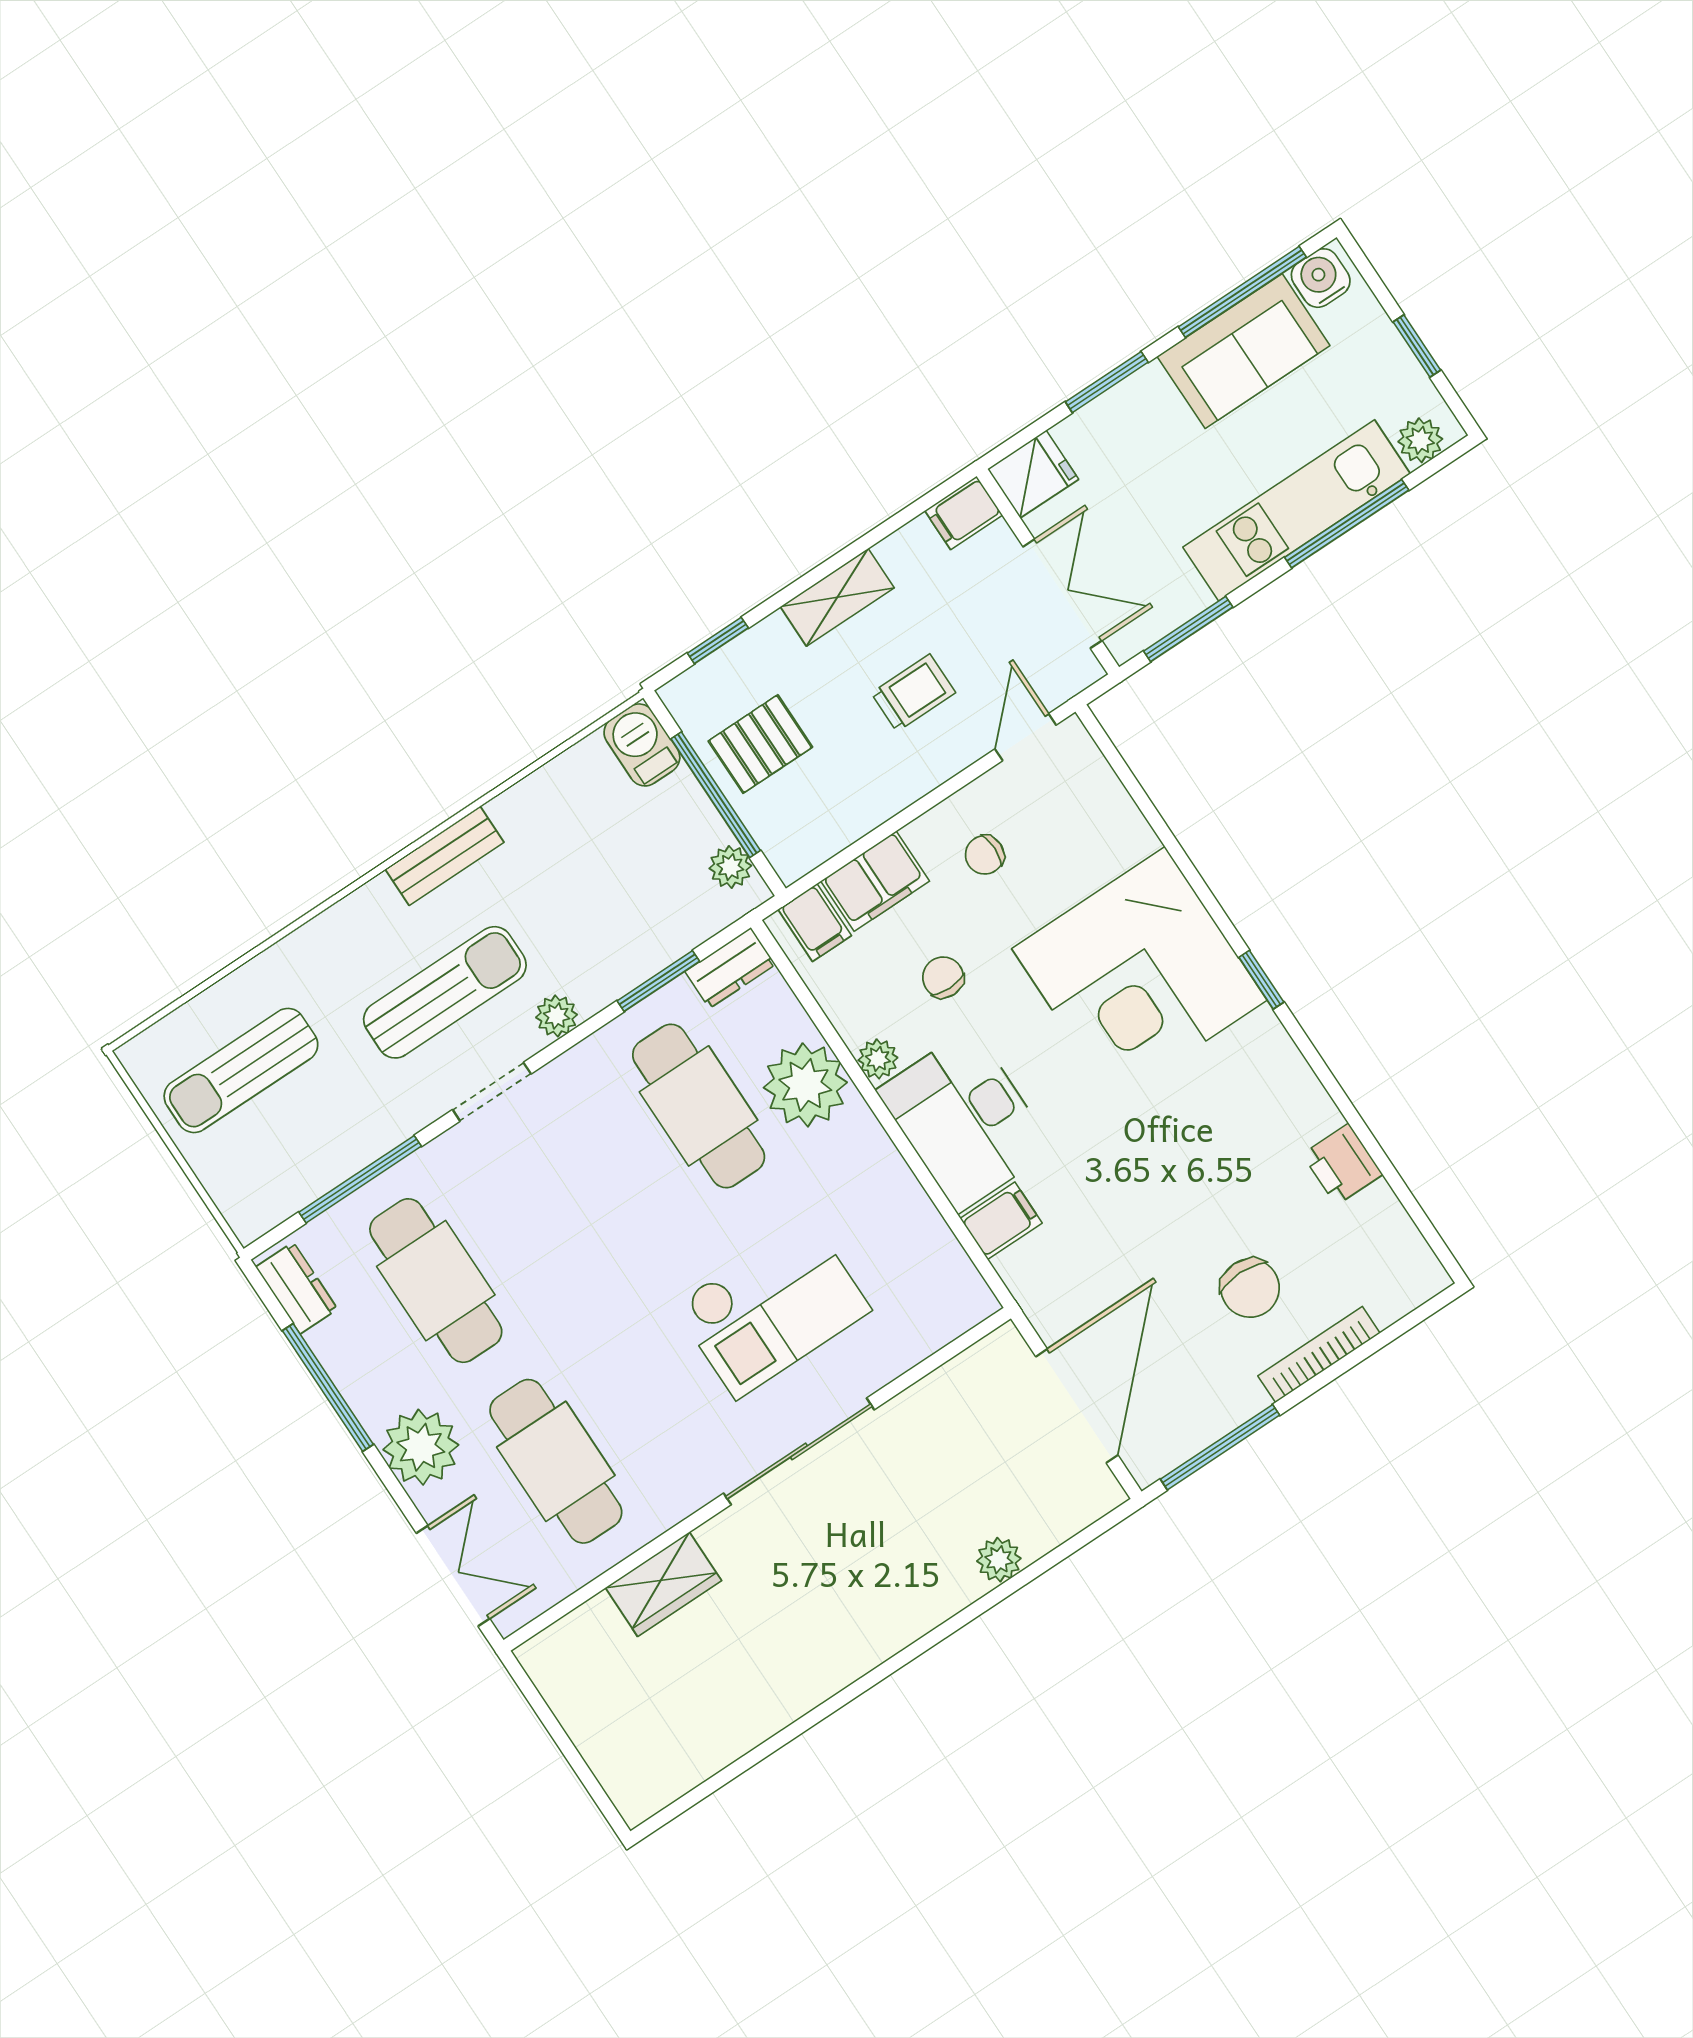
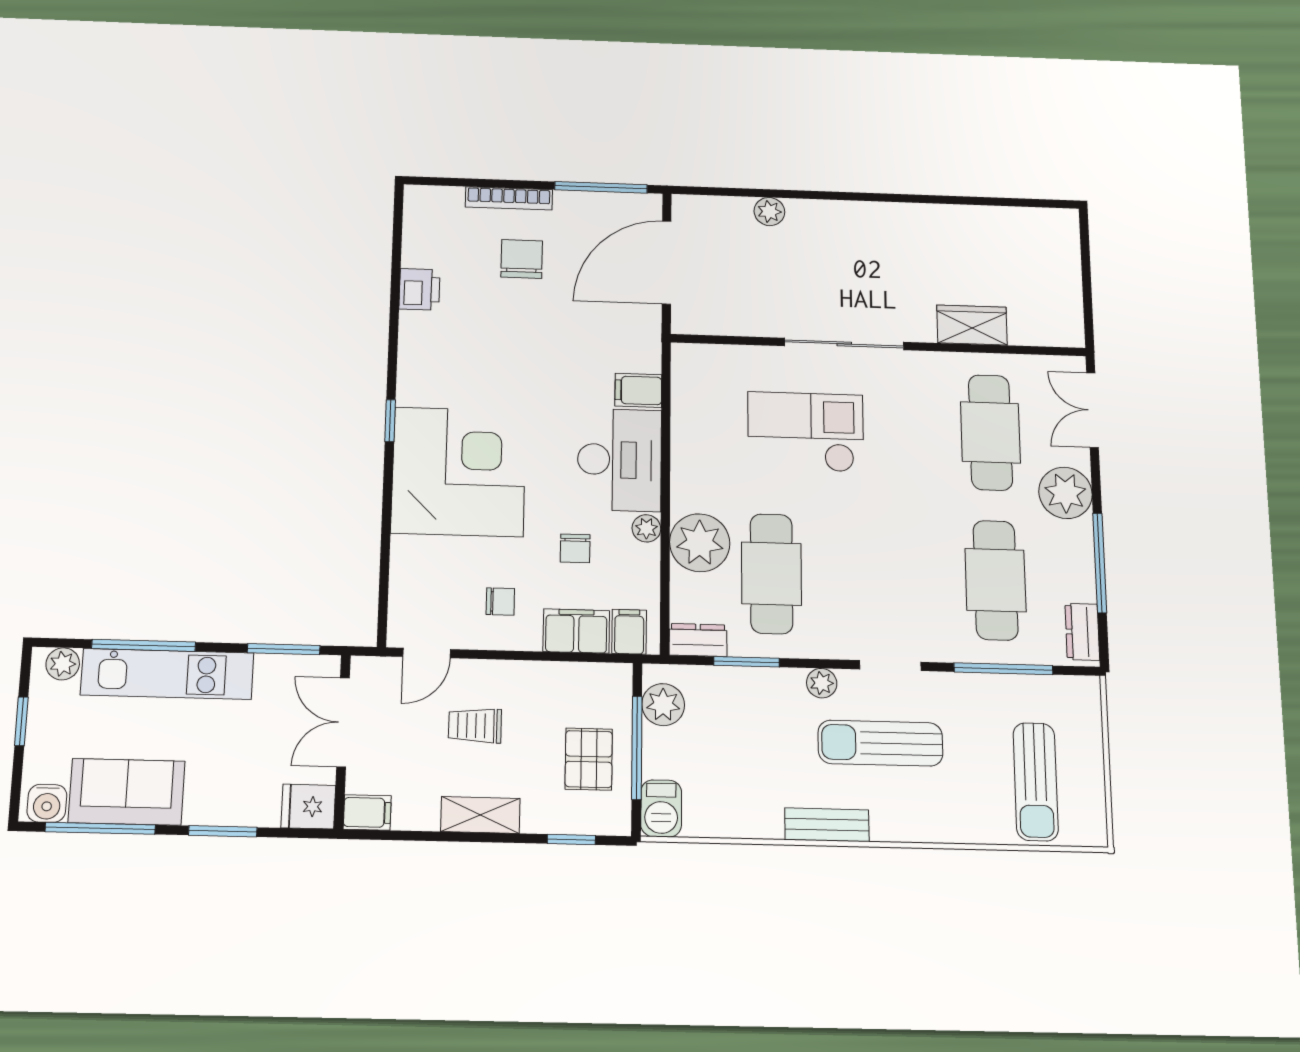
pallet: (760, 744) -> (589, 759), turned 90
plant: (730, 867) -> (663, 705), width x1.38, depth x1.38
sun lounger: (241, 1070) -> (1036, 782), turned 90

